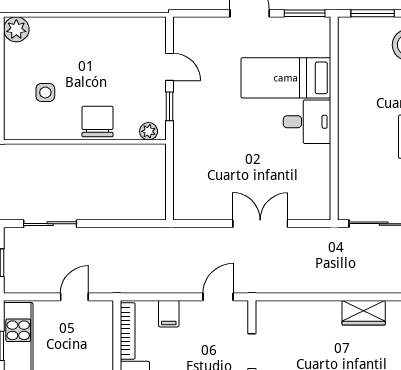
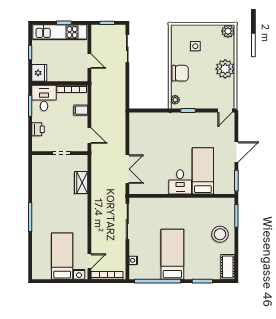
plant: (89, 35) -> (225, 69), added
door: (169, 67) -> (225, 110), moved
double door: (260, 224) -> (127, 169), moved
wardrobe: (364, 313) -> (81, 182), moved

